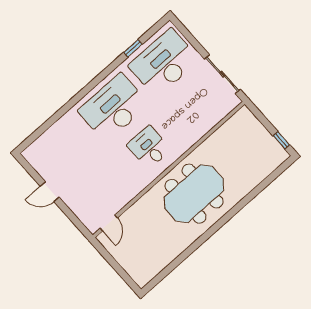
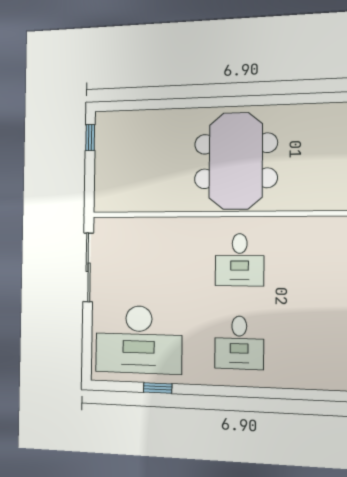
desk: (113, 108) -> (239, 343), width x0.53, depth x0.77
meeting table: (194, 194) -> (236, 161), turned 90

